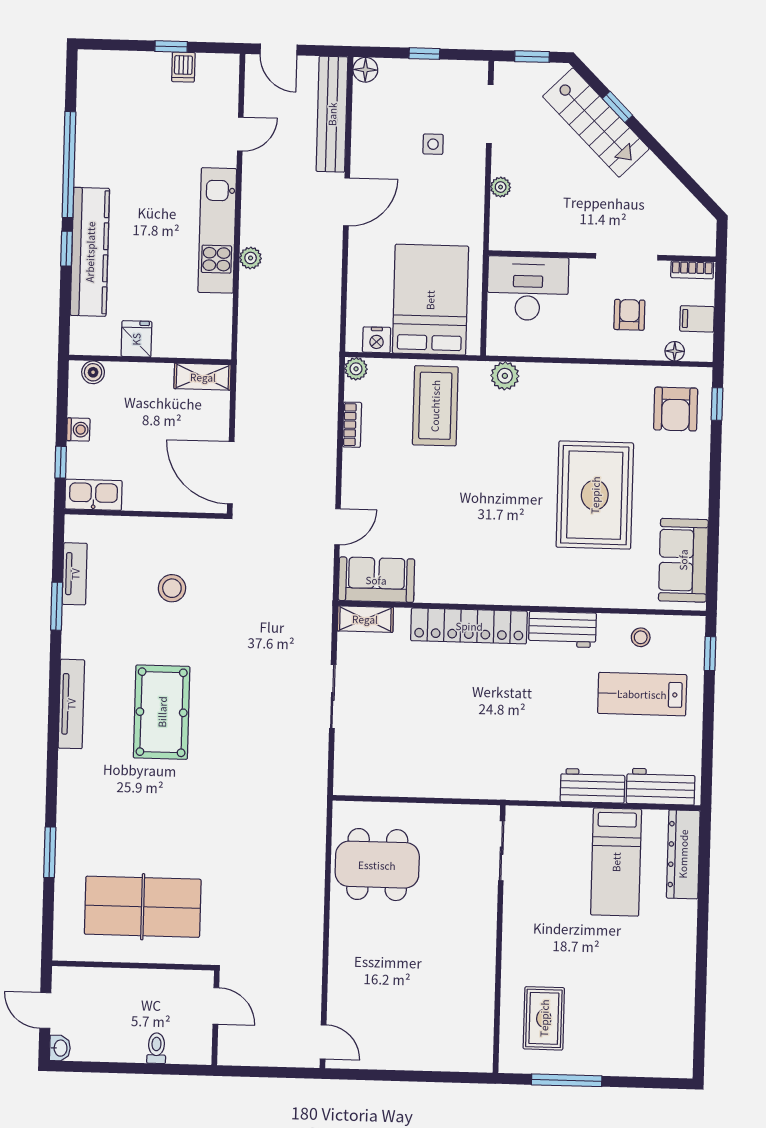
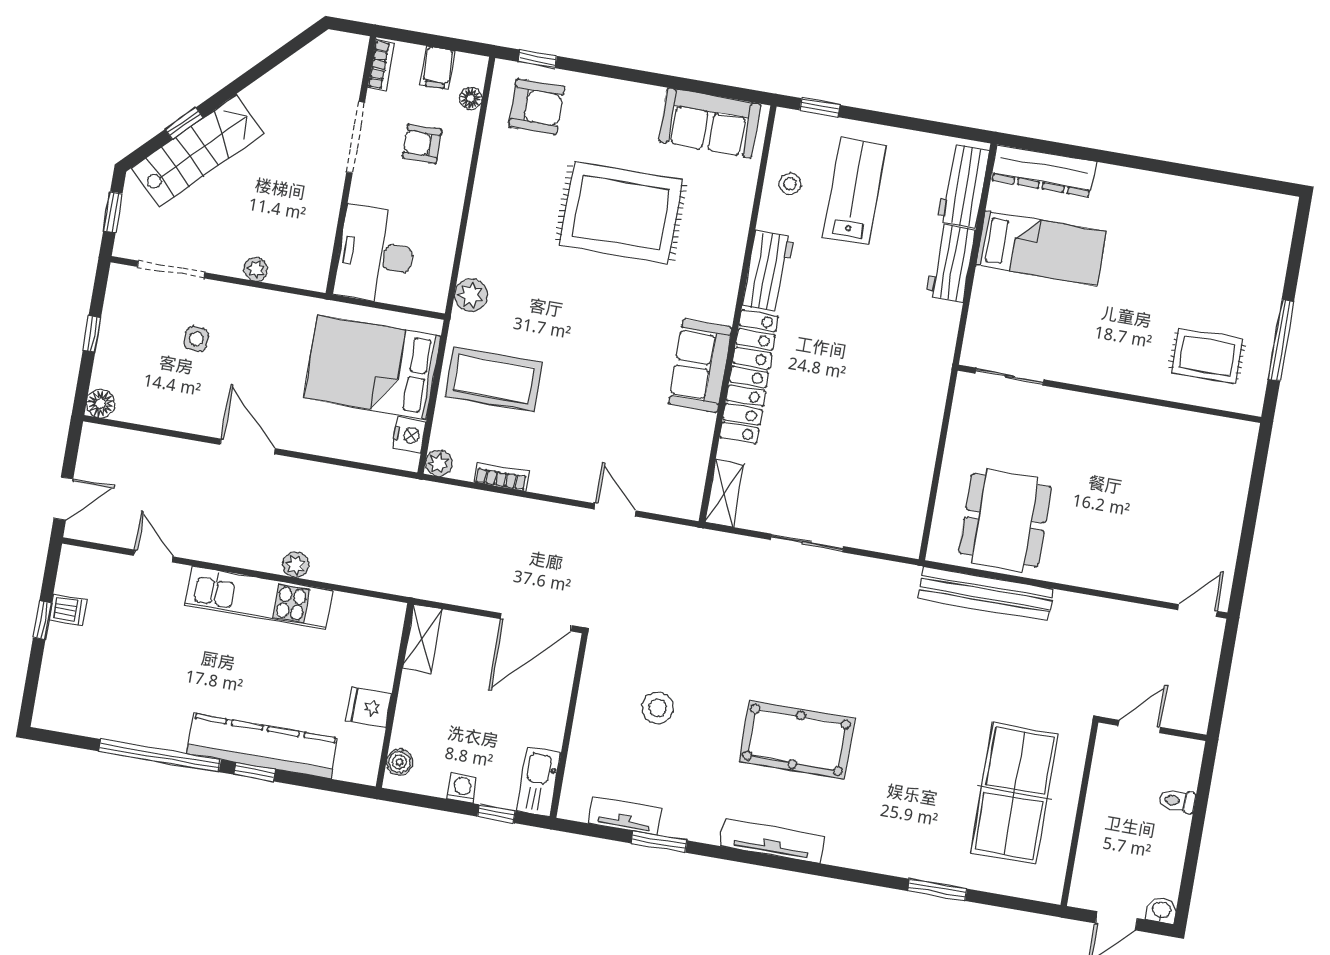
bench: (332, 114) -> (986, 594), moved
sofa: (376, 580) -> (700, 366), moved
lab bench: (642, 694) -> (855, 191), turned 180

